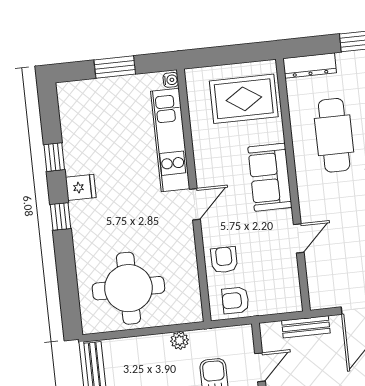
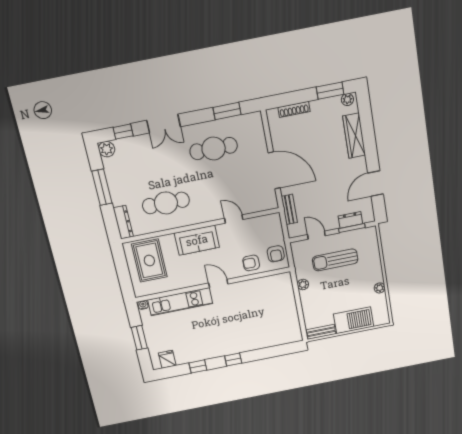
fridge: (81, 187) -> (167, 359), moved
round table: (128, 288) -> (273, 317), removed

